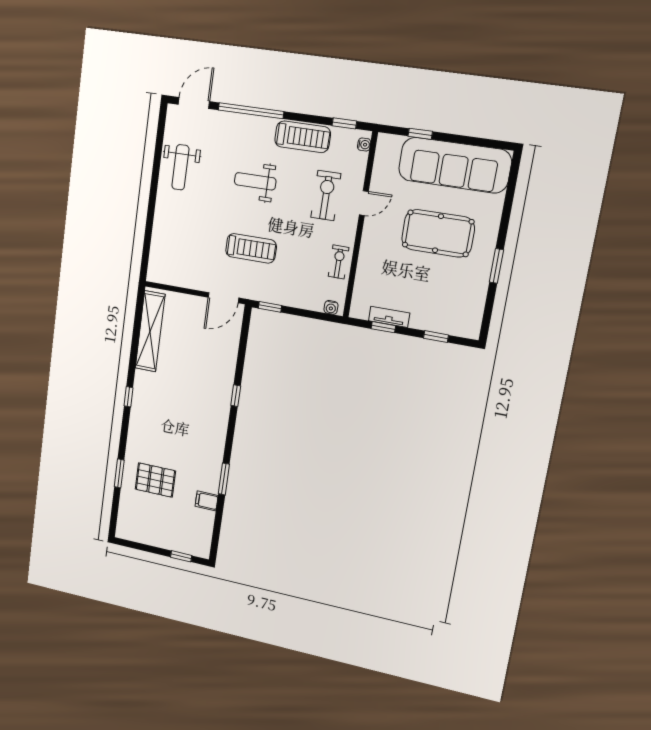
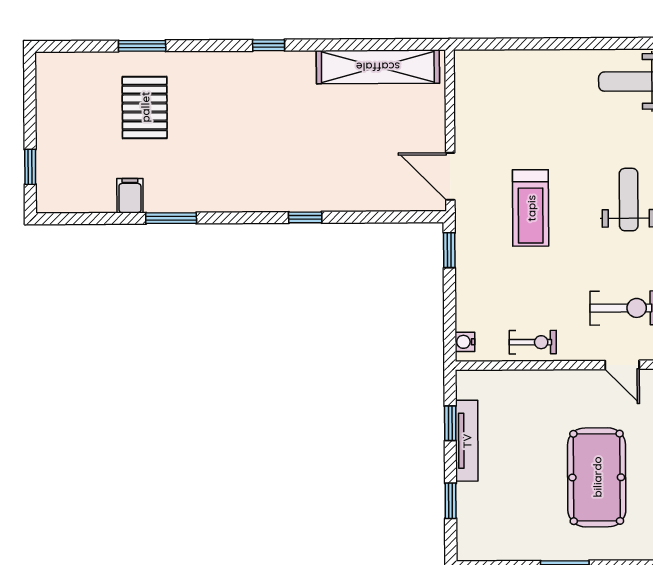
tv unit: (389, 317) -> (467, 441), width x1.41

